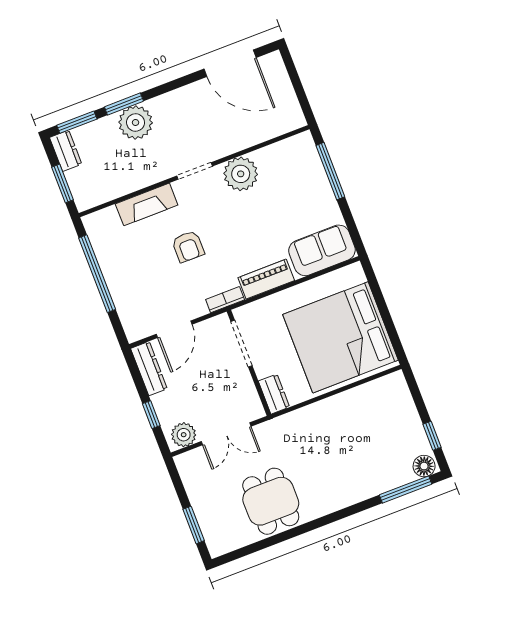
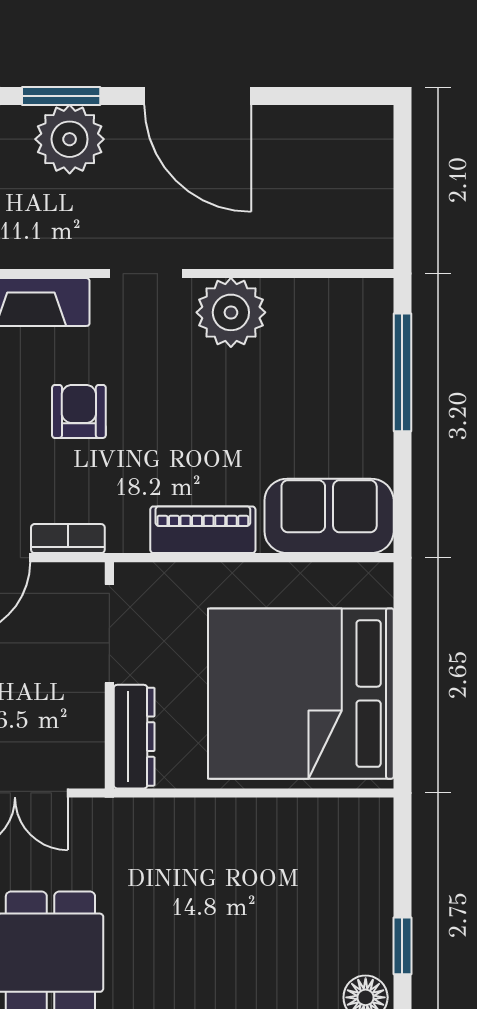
door: (230, 63) -> (198, 96), moved
armchair: (188, 246) -> (79, 411), turned 180
bookcase: (225, 300) -> (68, 539), moved
dresser: (274, 394) -> (134, 737), width x1.44

